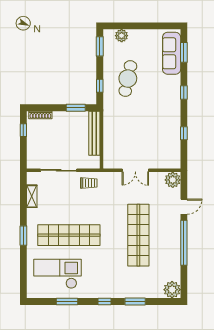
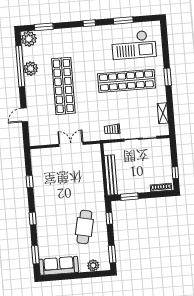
sofa: (172, 53) -> (59, 266), moved, turned -90
plant: (173, 180) -> (31, 69), moved
window: (184, 243) -> (20, 66), moved
window: (135, 301) -> (44, 27), moved

